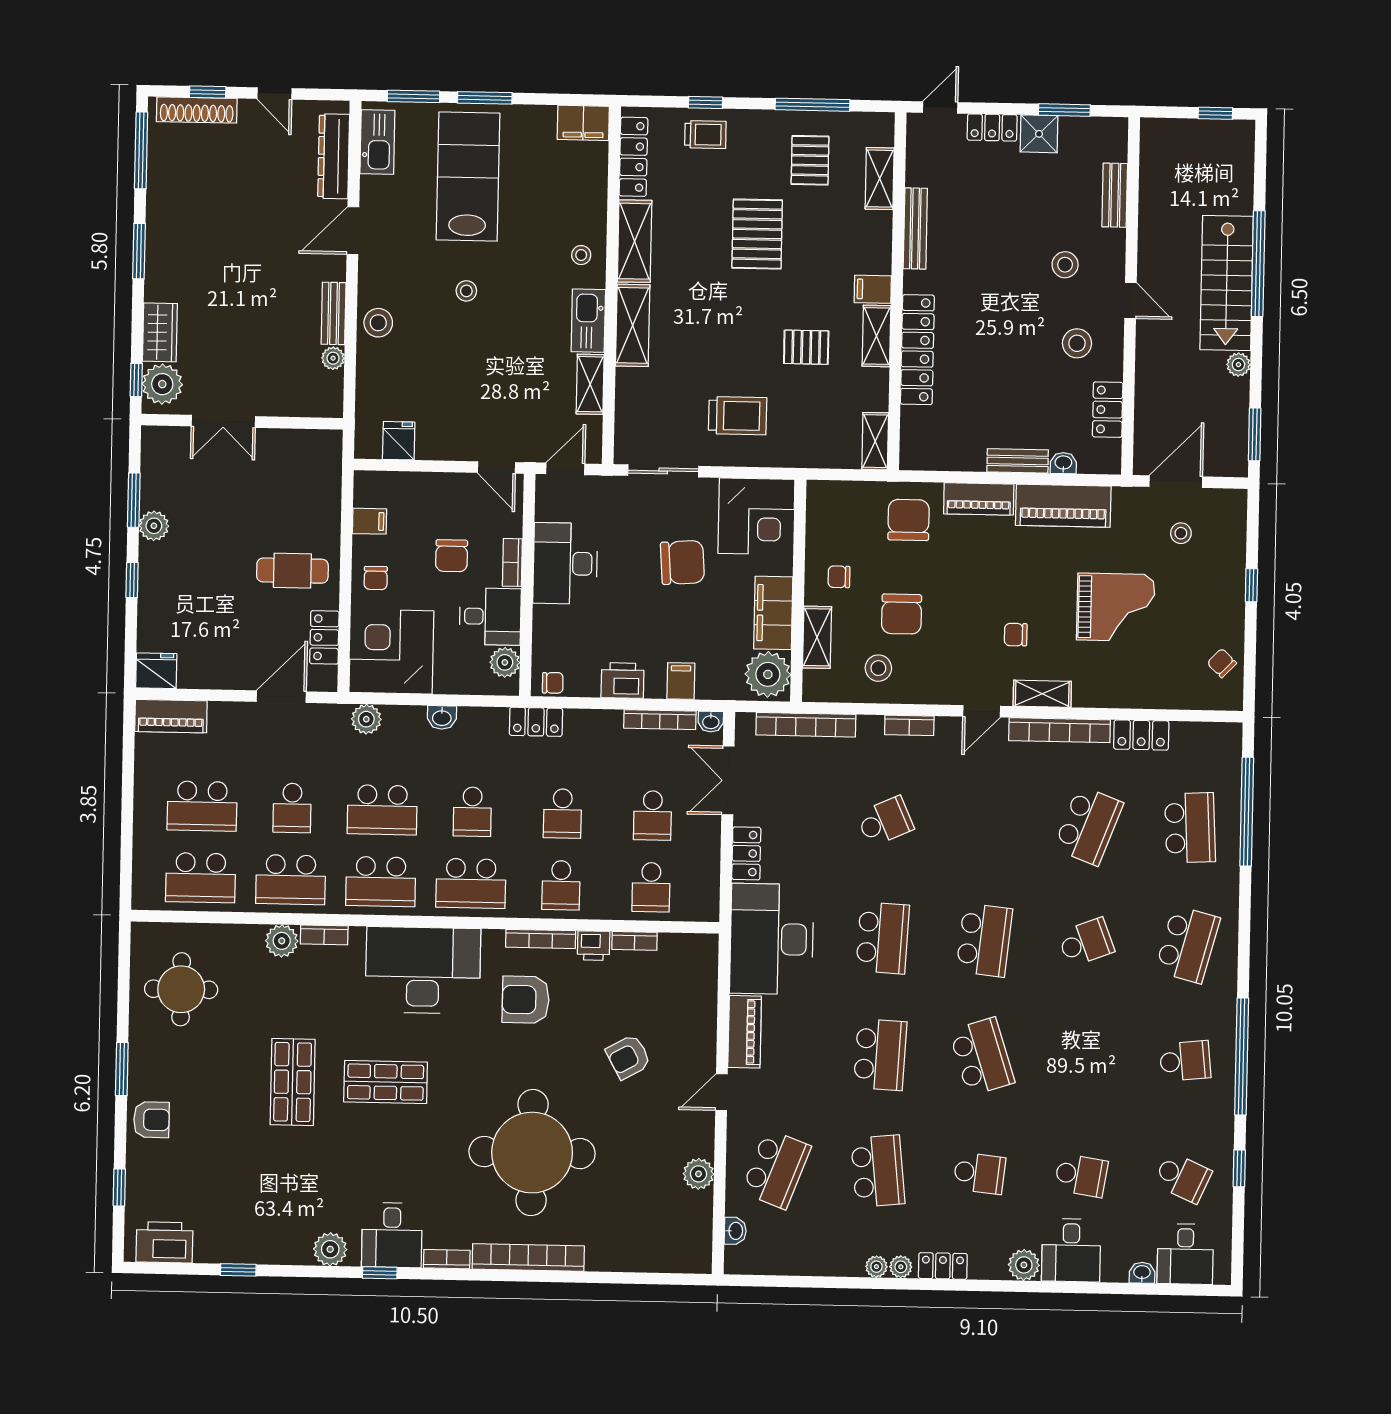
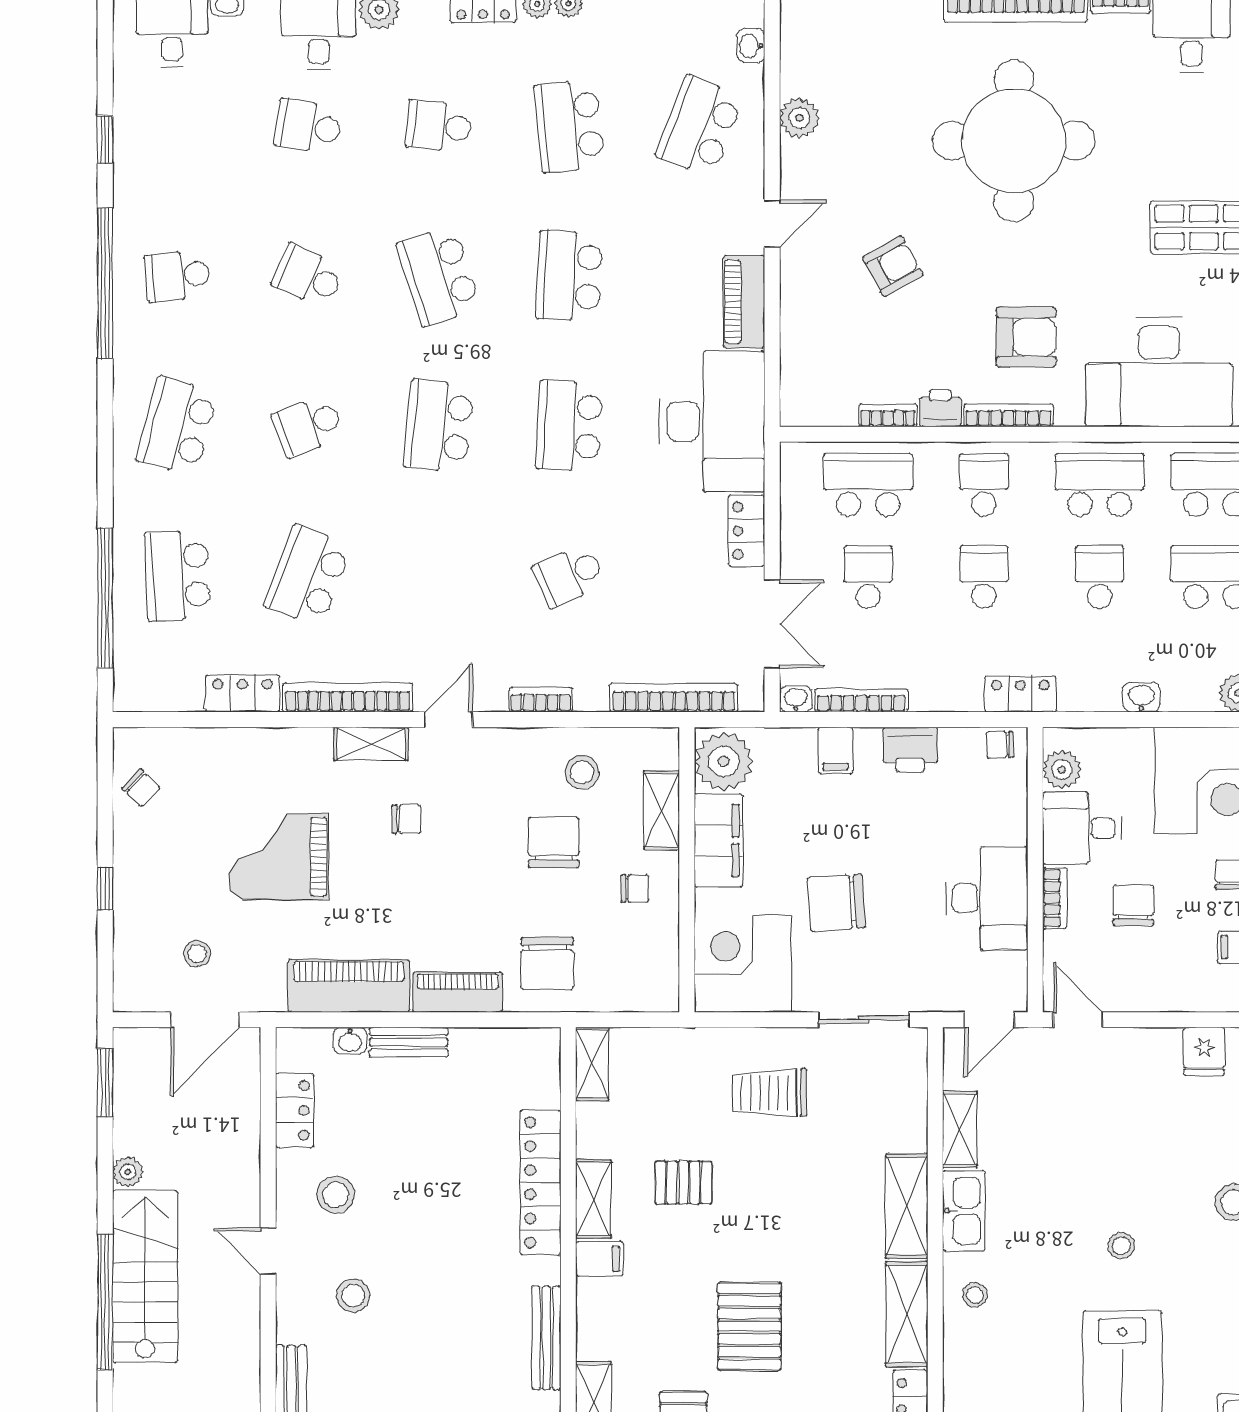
school desk: (651, 887) -> (868, 485), width x1.85
school desk: (1183, 1178) -> (308, 276), moved

